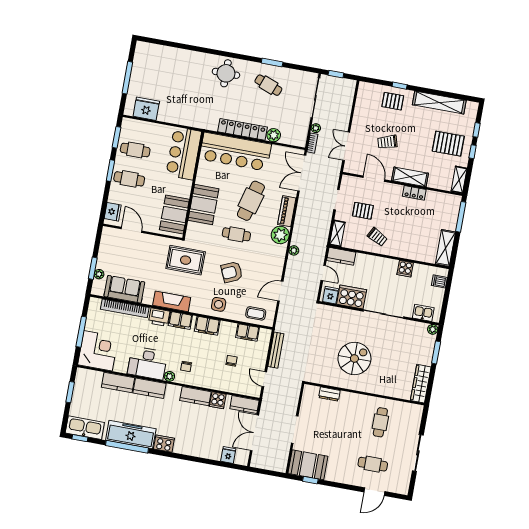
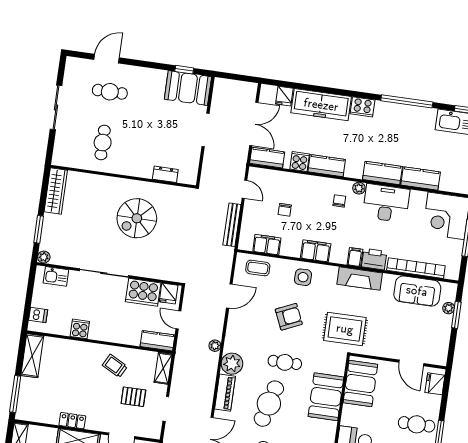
filing cabinet: (180, 320) -> (355, 257), width x0.50
freezer: (131, 435) -> (321, 105), moved

